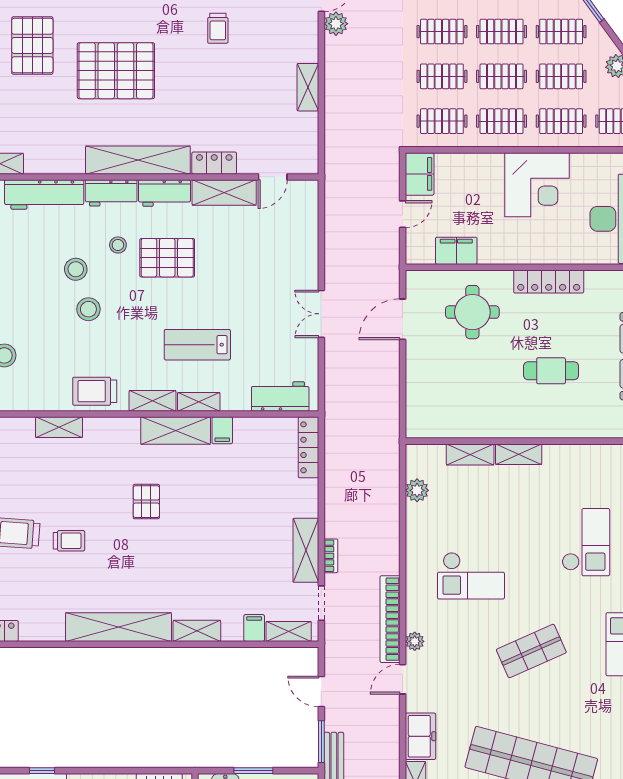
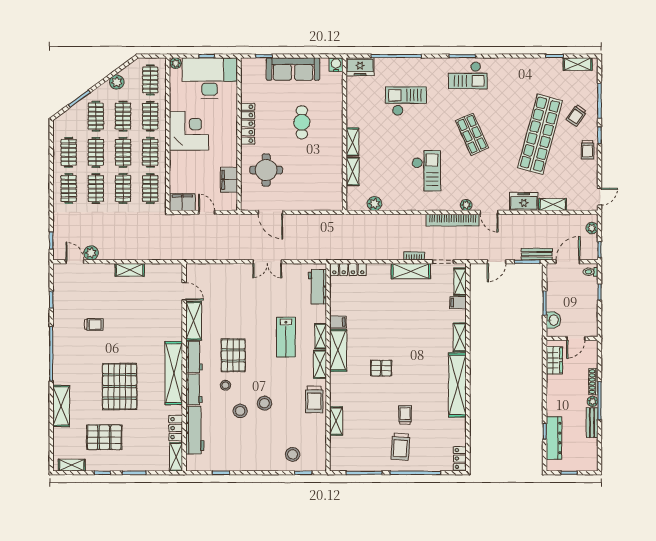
locker: (214, 163) -> (176, 428), moved

